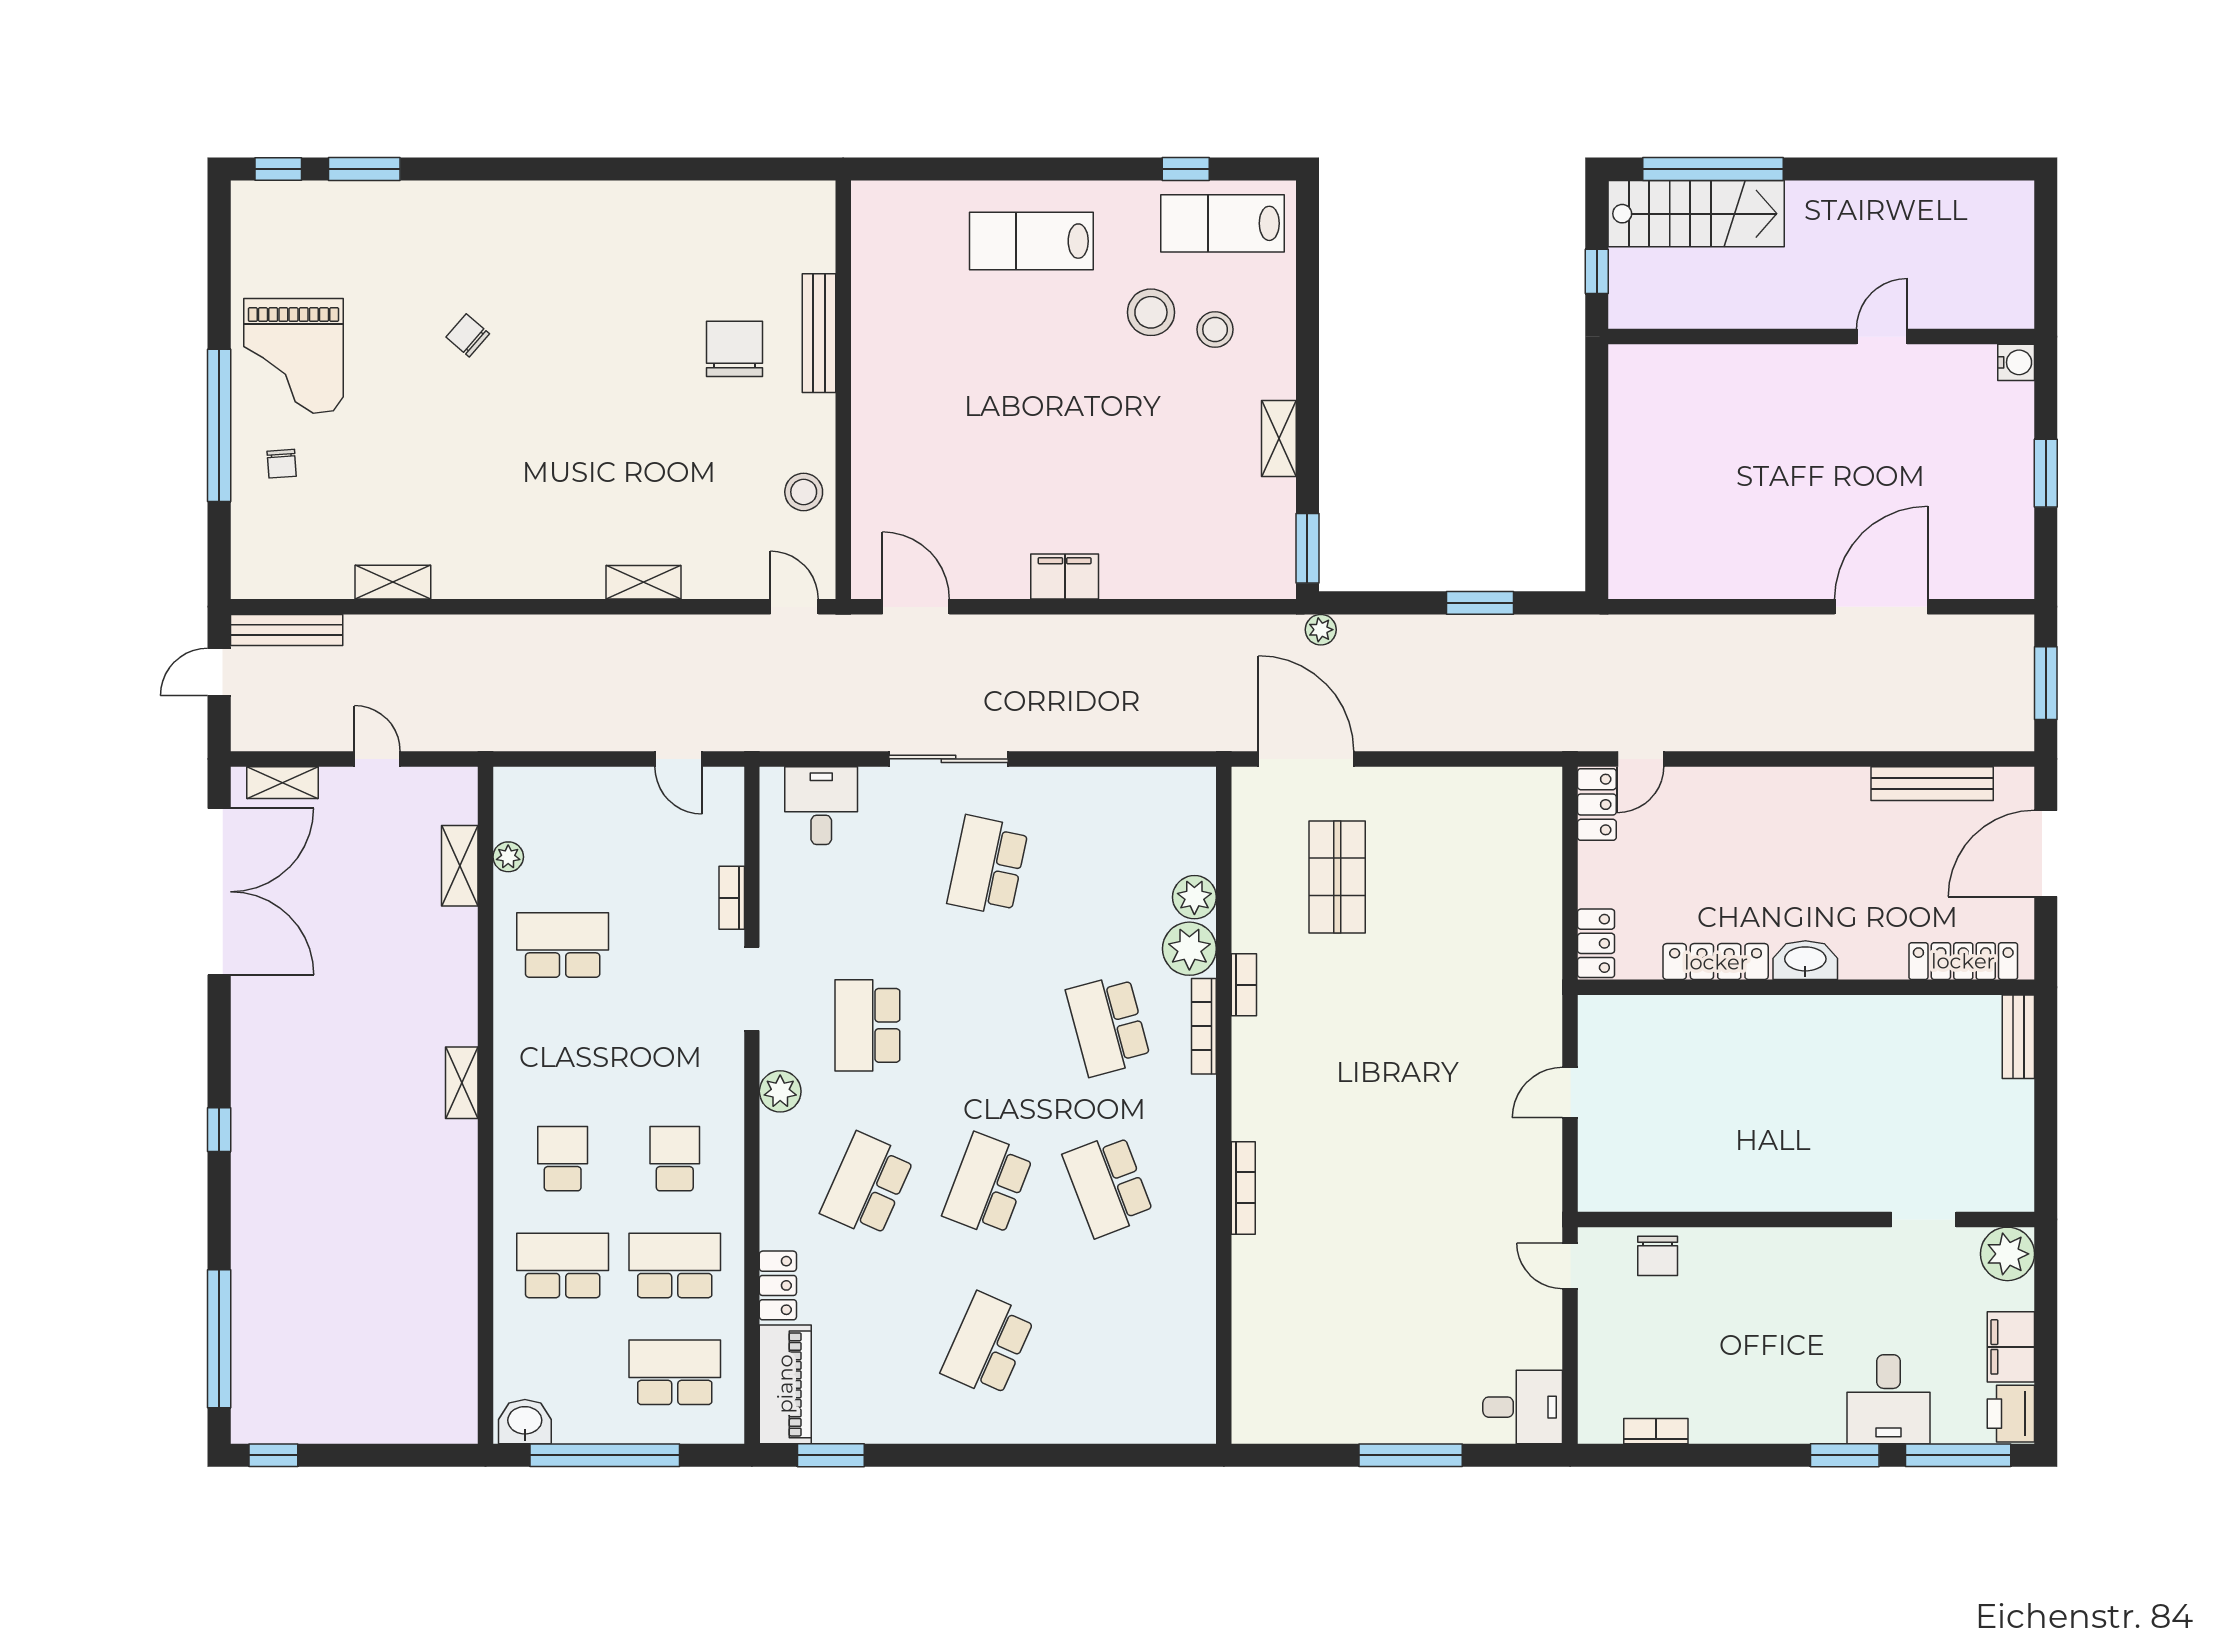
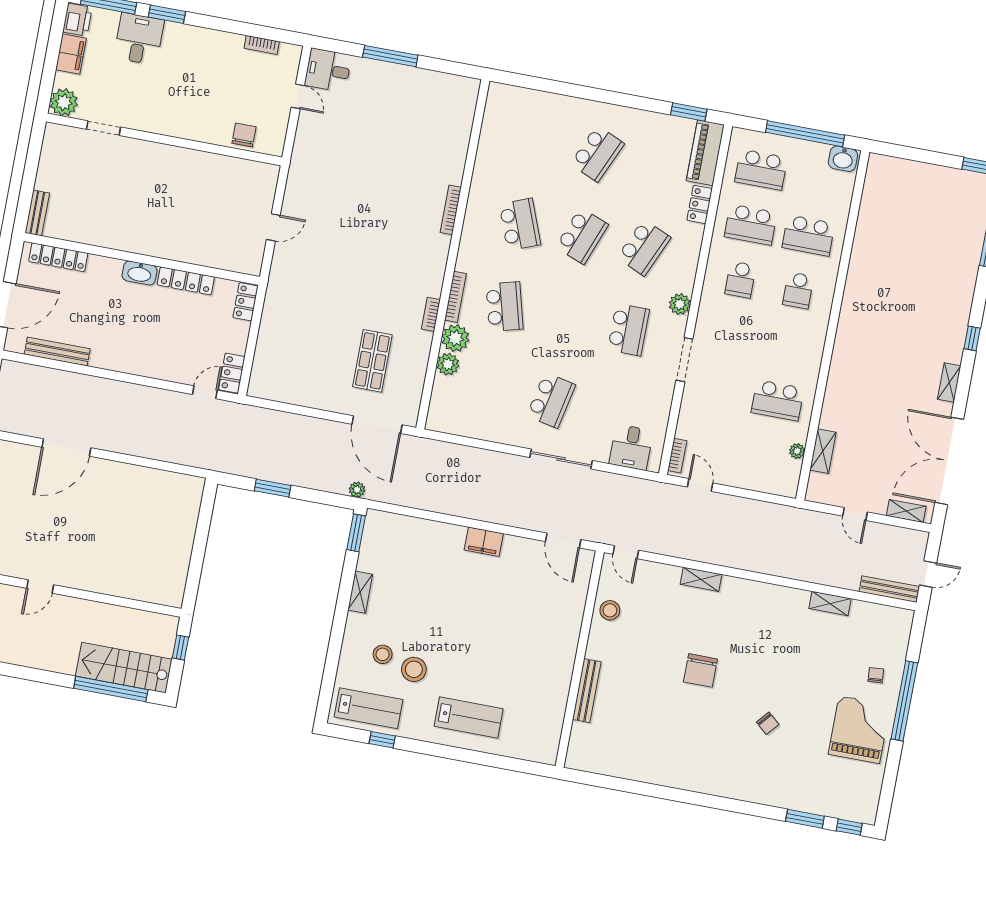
chair: (734, 349) -> (700, 670), moved
bookcase: (732, 898) -> (677, 456), moved
shelving: (462, 1083) -> (949, 383), moved
door: (1570, 1266) -> (298, 96), moved

